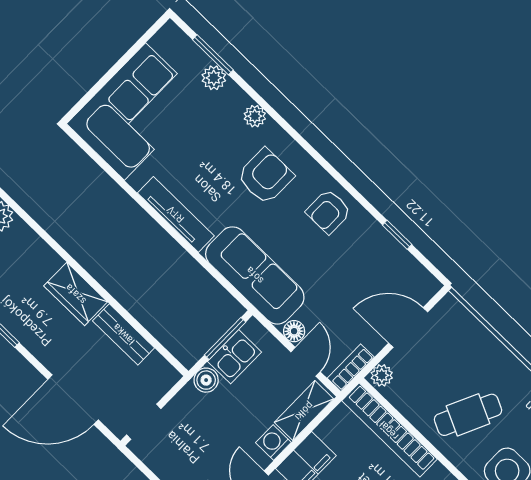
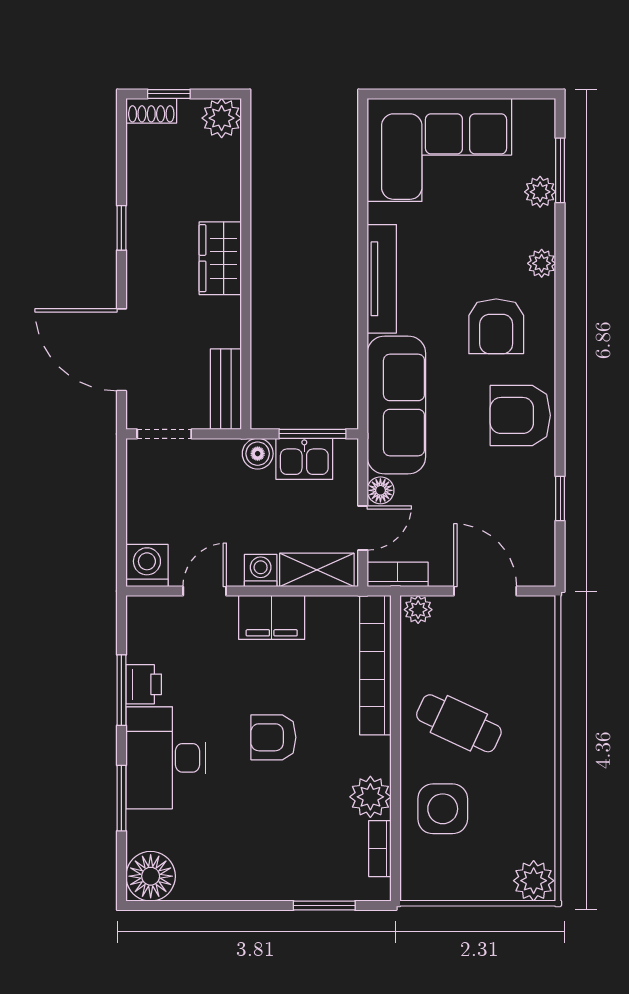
armchair: (265, 176) -> (496, 326), turned 90
armchair: (329, 212) -> (520, 415), width x1.38, depth x1.38
bench: (124, 334) -> (226, 389), moved

